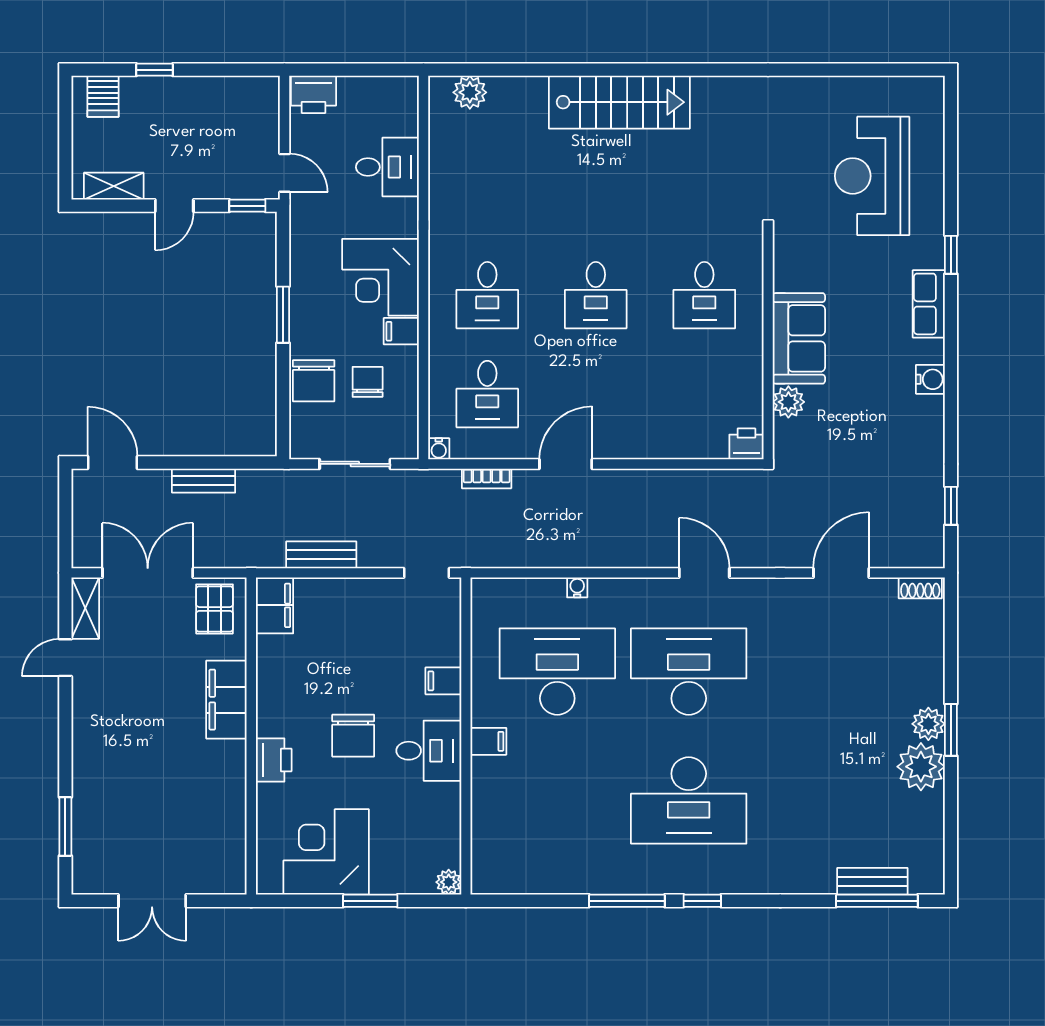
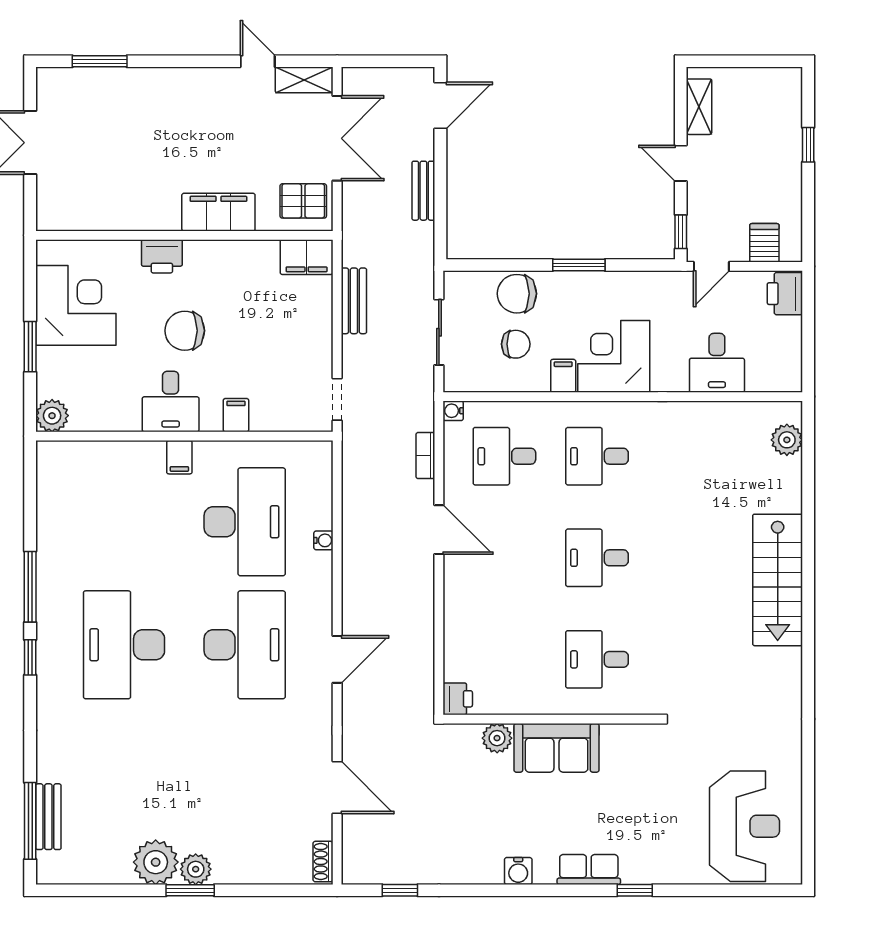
server rack: (103, 96) -> (764, 243), moved, turned 90
reception desk: (872, 176) -> (745, 826), moved, turned 90
plant: (449, 882) -> (52, 416), width x1.38, depth x1.38

